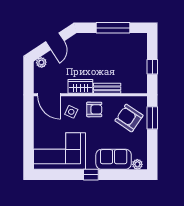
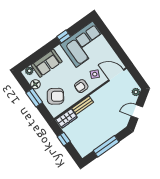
door: (55, 41) -> (137, 111), hinge flipped
wardrobe: (80, 86) -> (67, 118), moved
window: (152, 118) -> (34, 98), moved
floor lamp: (141, 146) -> (35, 84), added
window: (91, 175) -> (64, 36), moved

